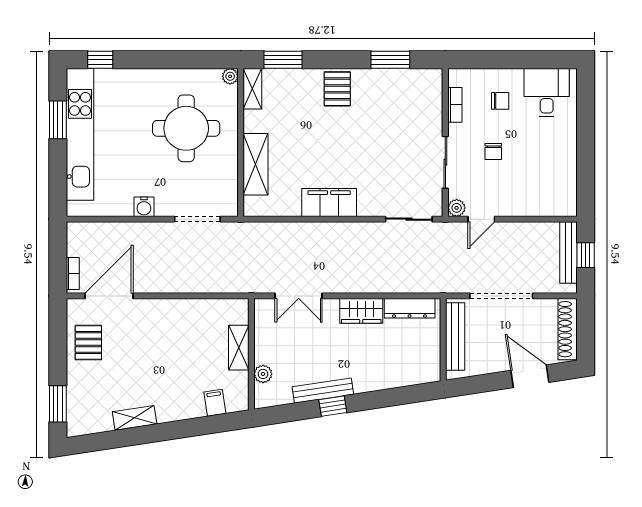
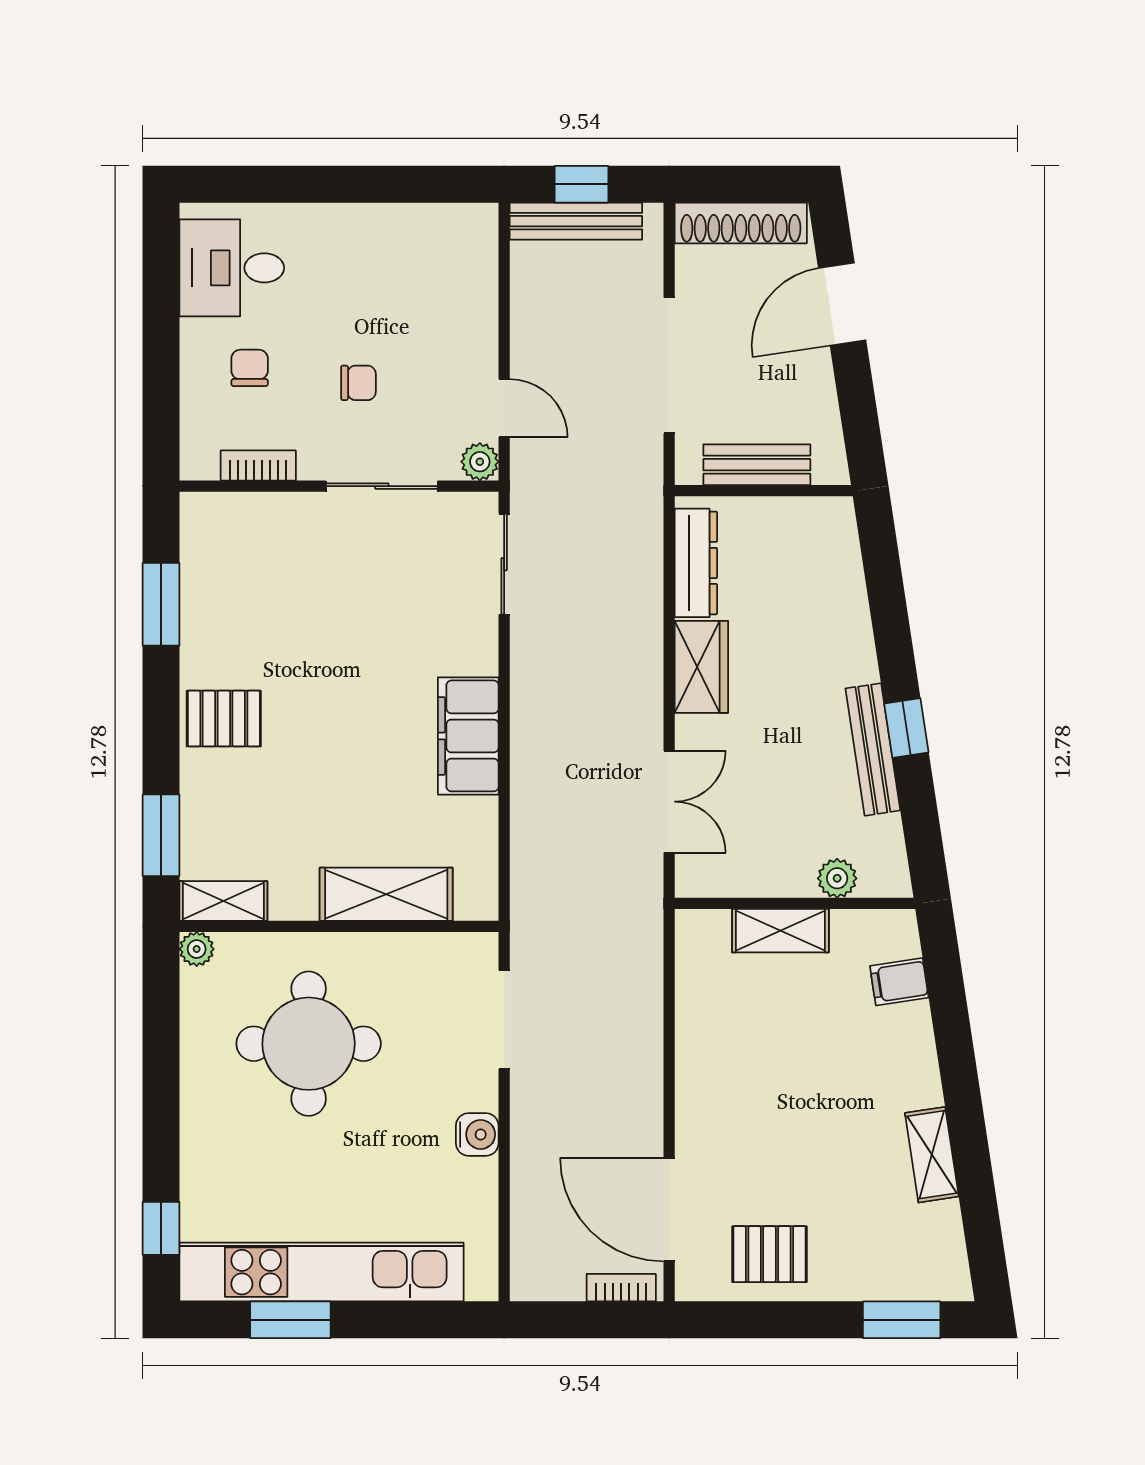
bench: (455, 337) -> (757, 465), width x0.73

